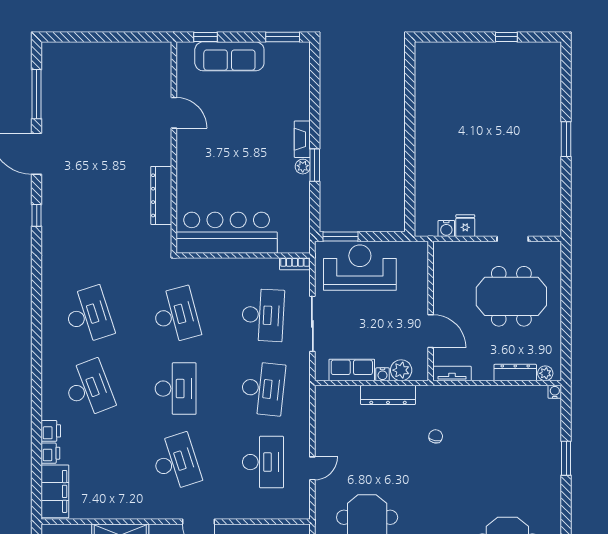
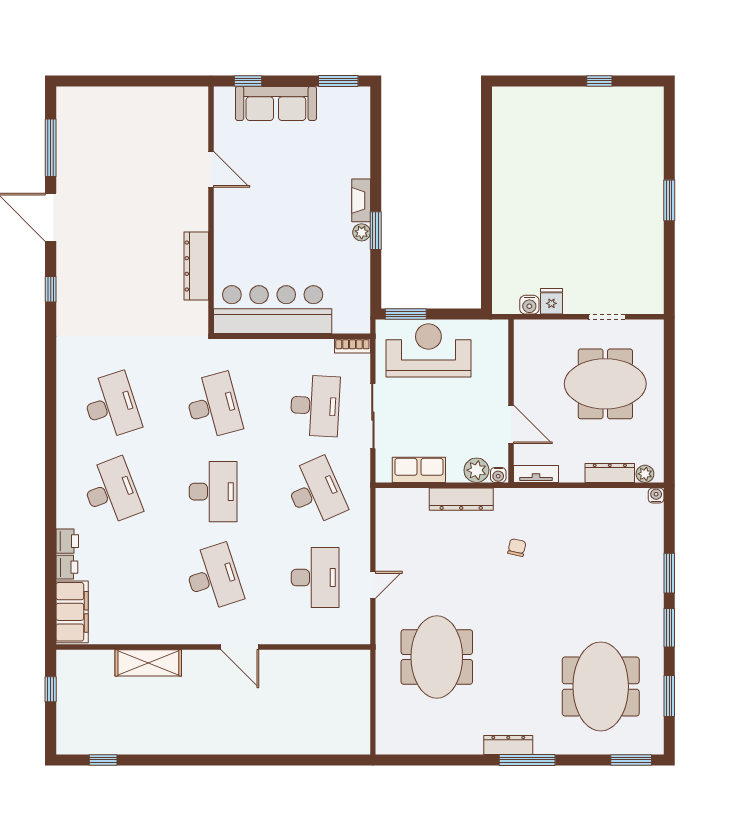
water cooler: (383, 374) -> (498, 475), moved
desk: (263, 389) -> (315, 492), turned -30
window: (566, 505) -> (669, 628), added

